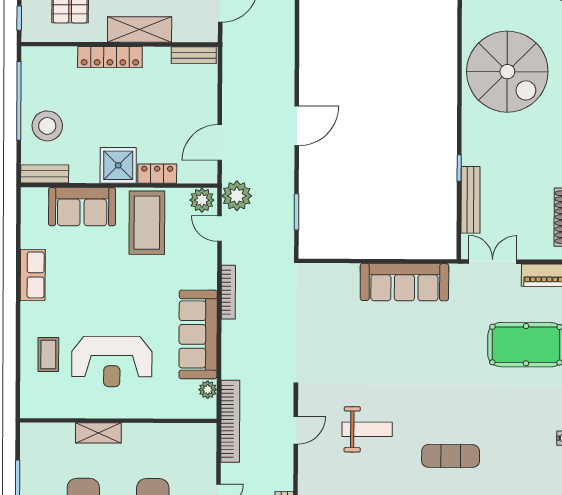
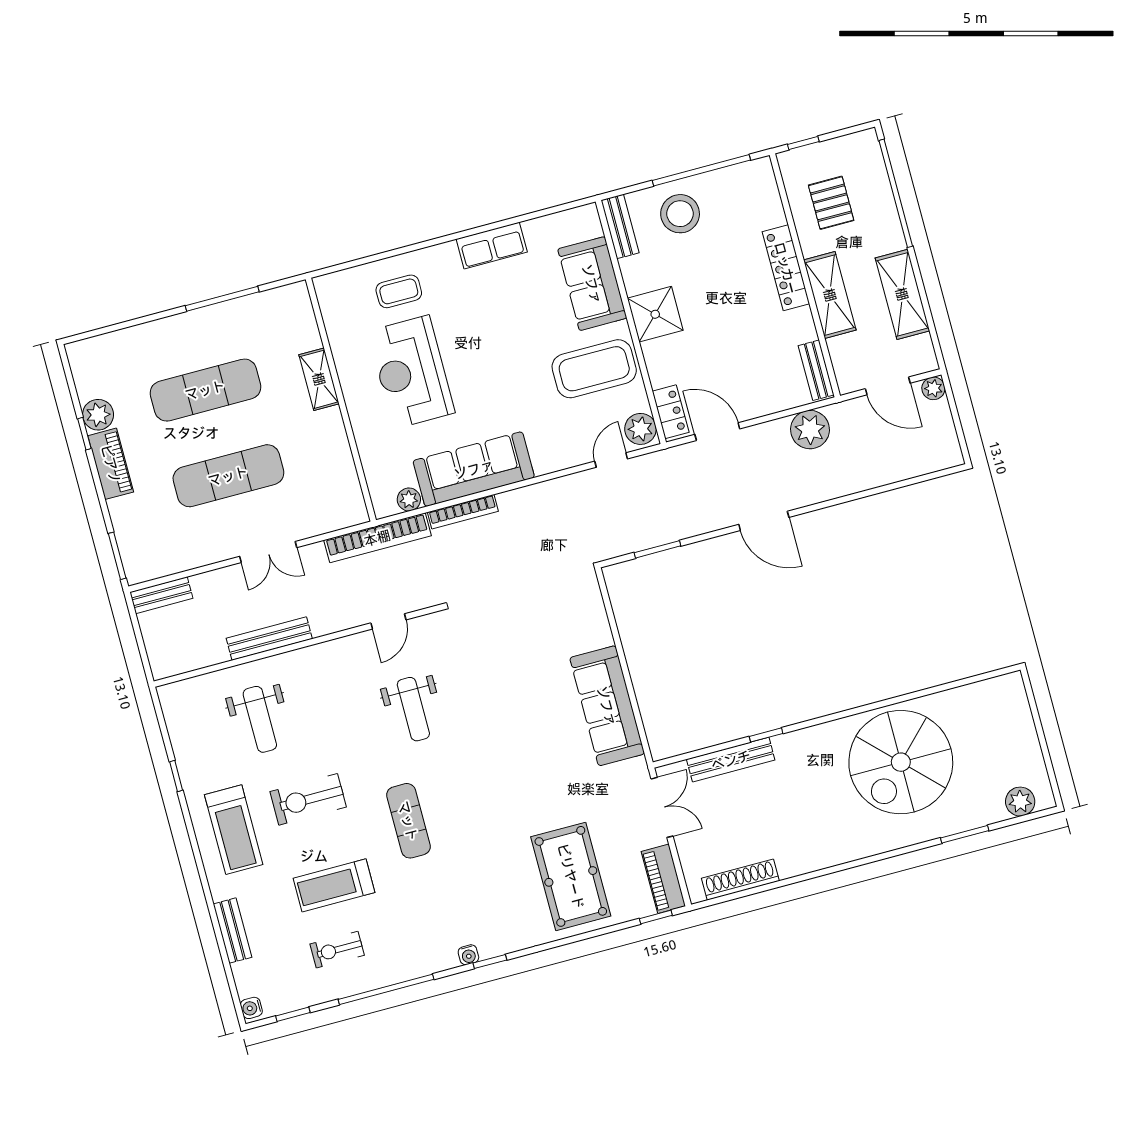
locker: (157, 174) -> (671, 412), moved
plant: (237, 196) -> (810, 430), moved
bookcase: (228, 292) -> (463, 512), moved
door: (296, 430) -> (388, 621), hinge flipped

